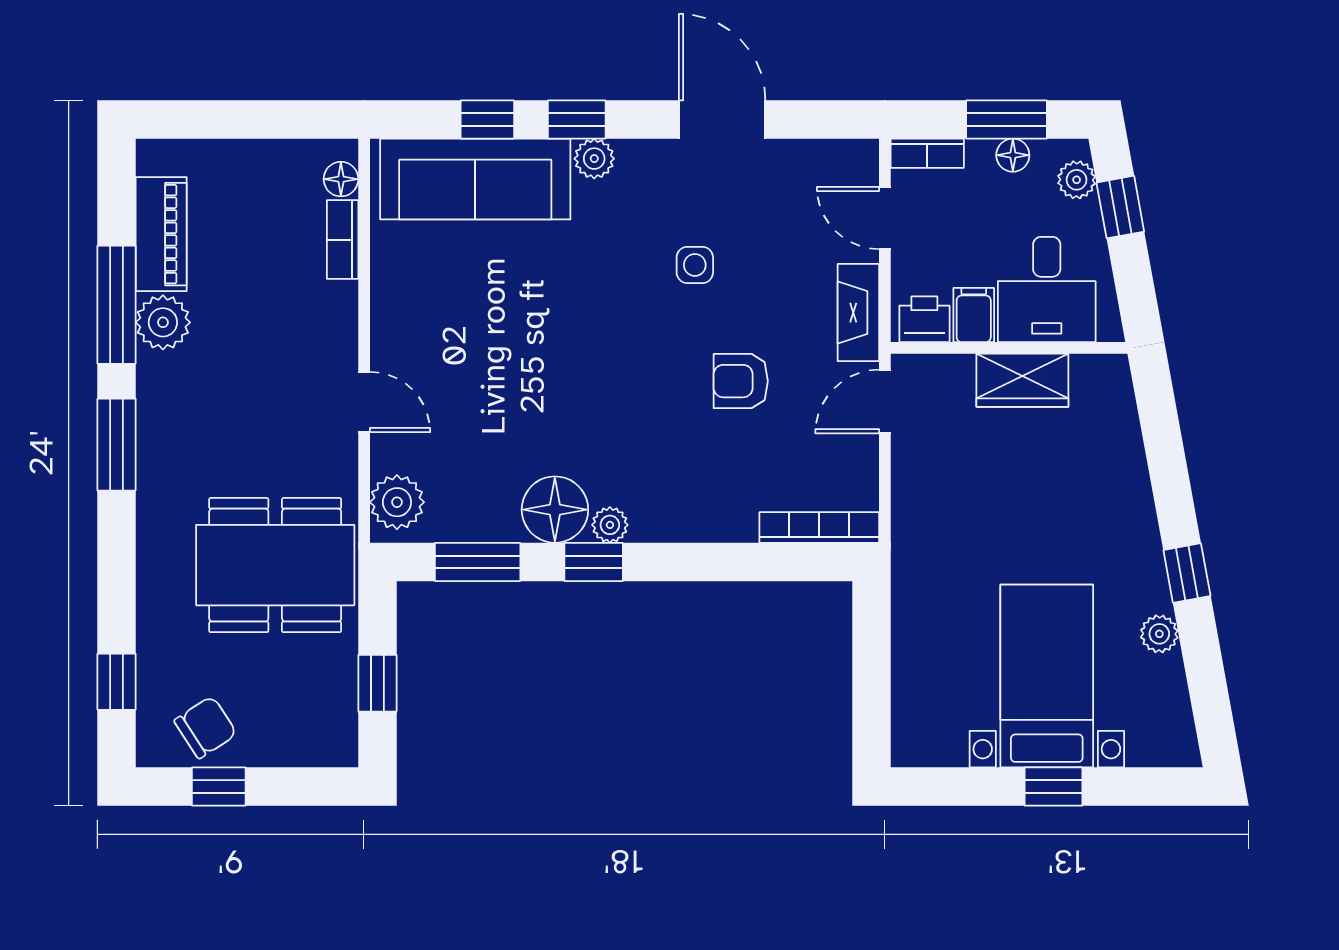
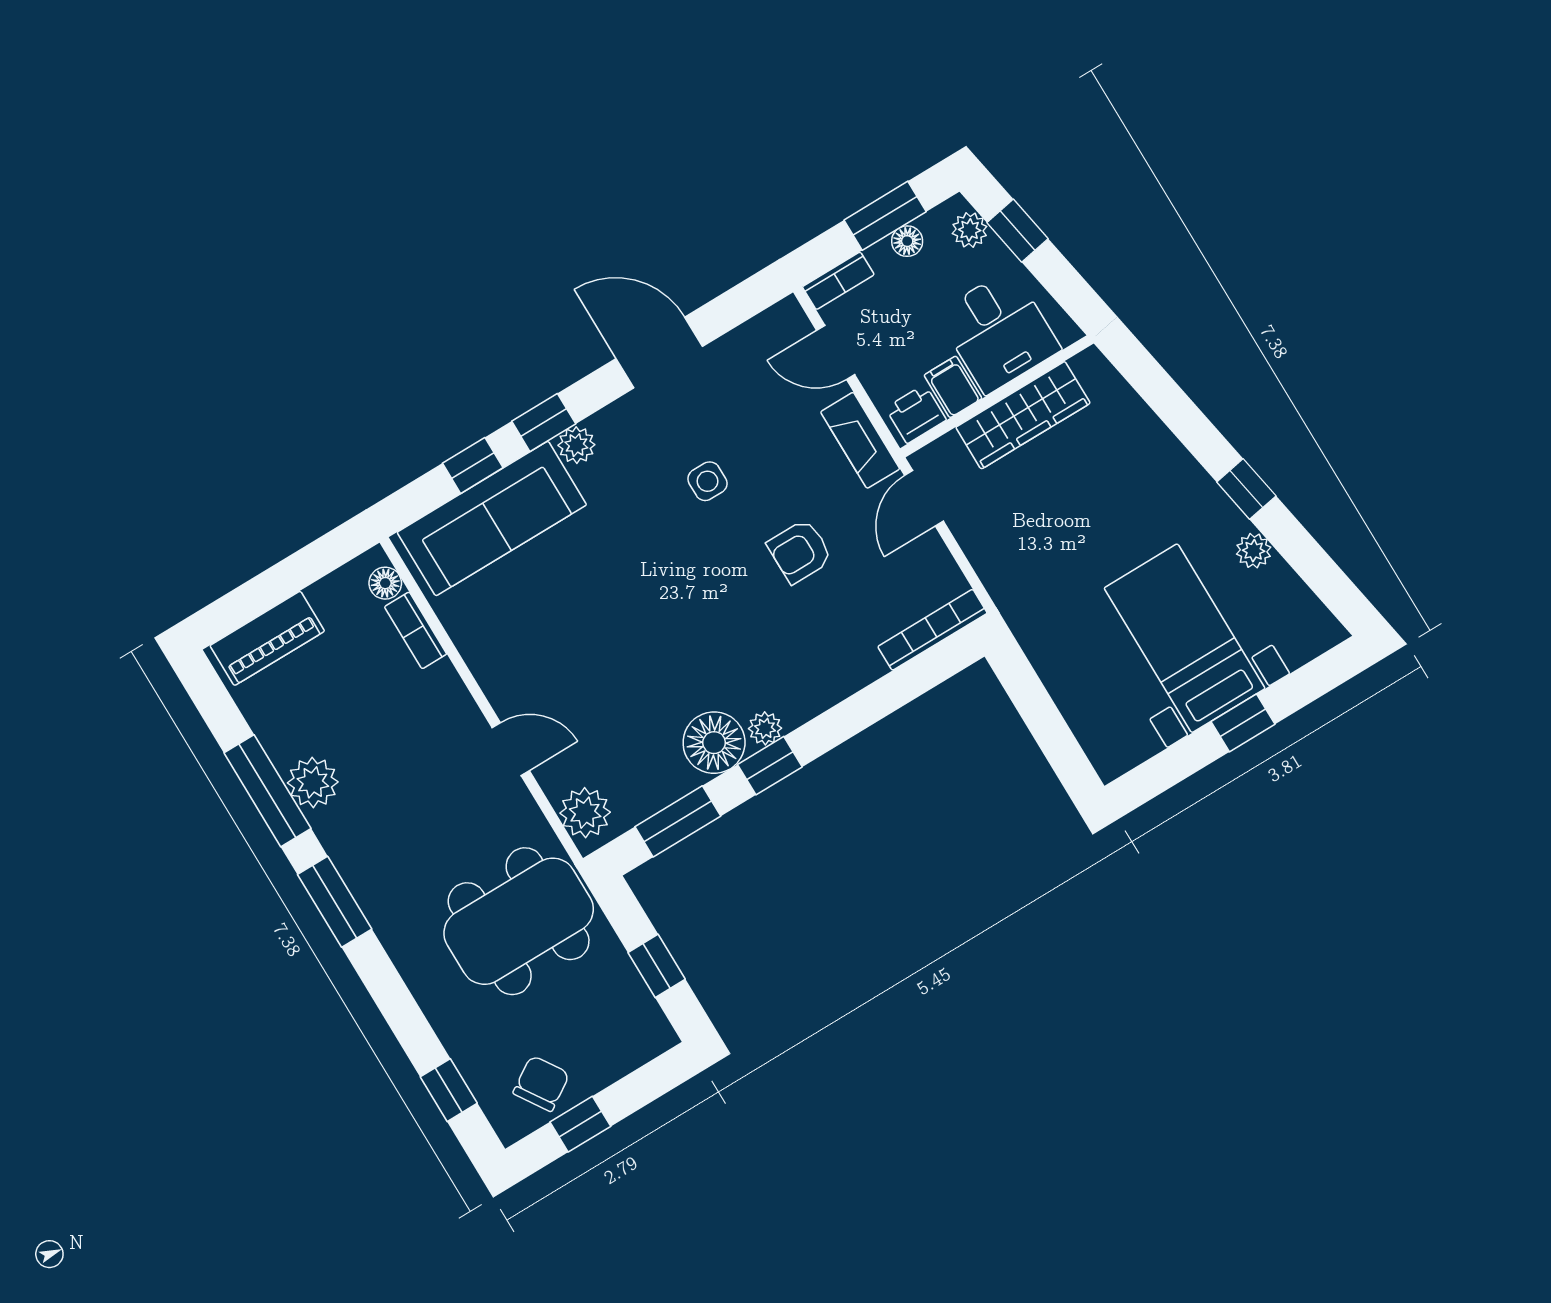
piano: (161, 234) -> (267, 638), moved, turned 90
wardrobe: (1022, 380) -> (1023, 415), width x1.50

